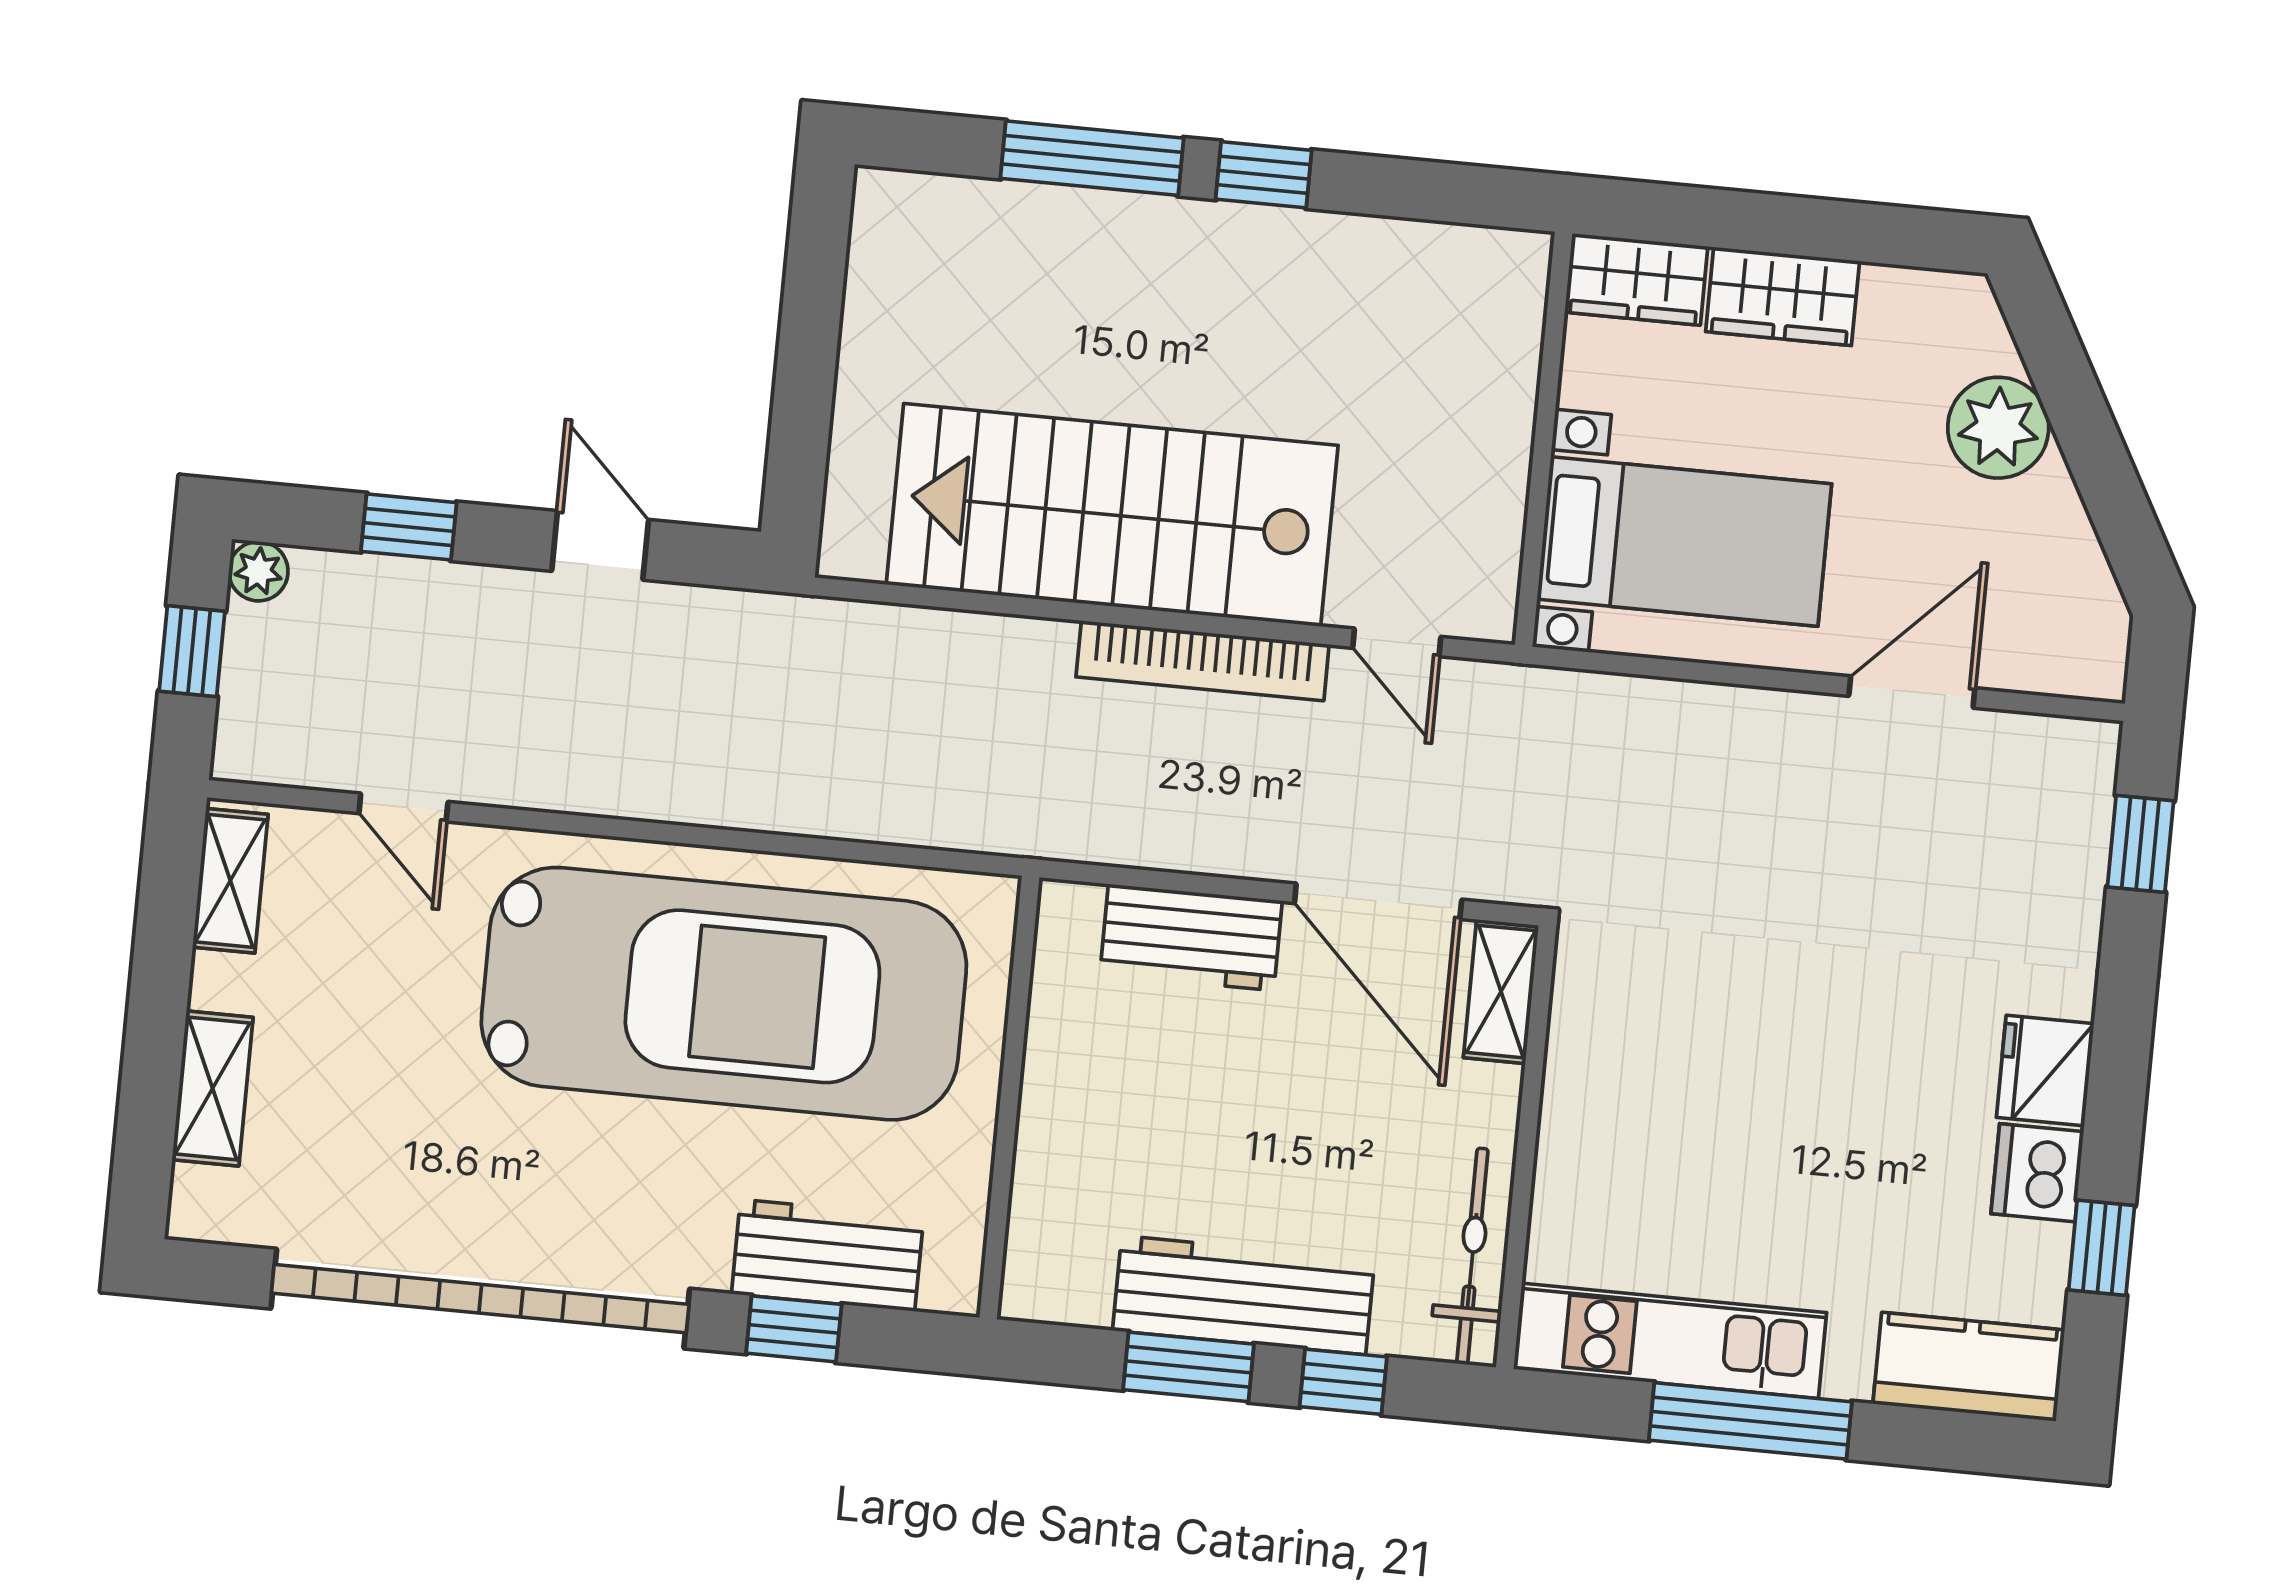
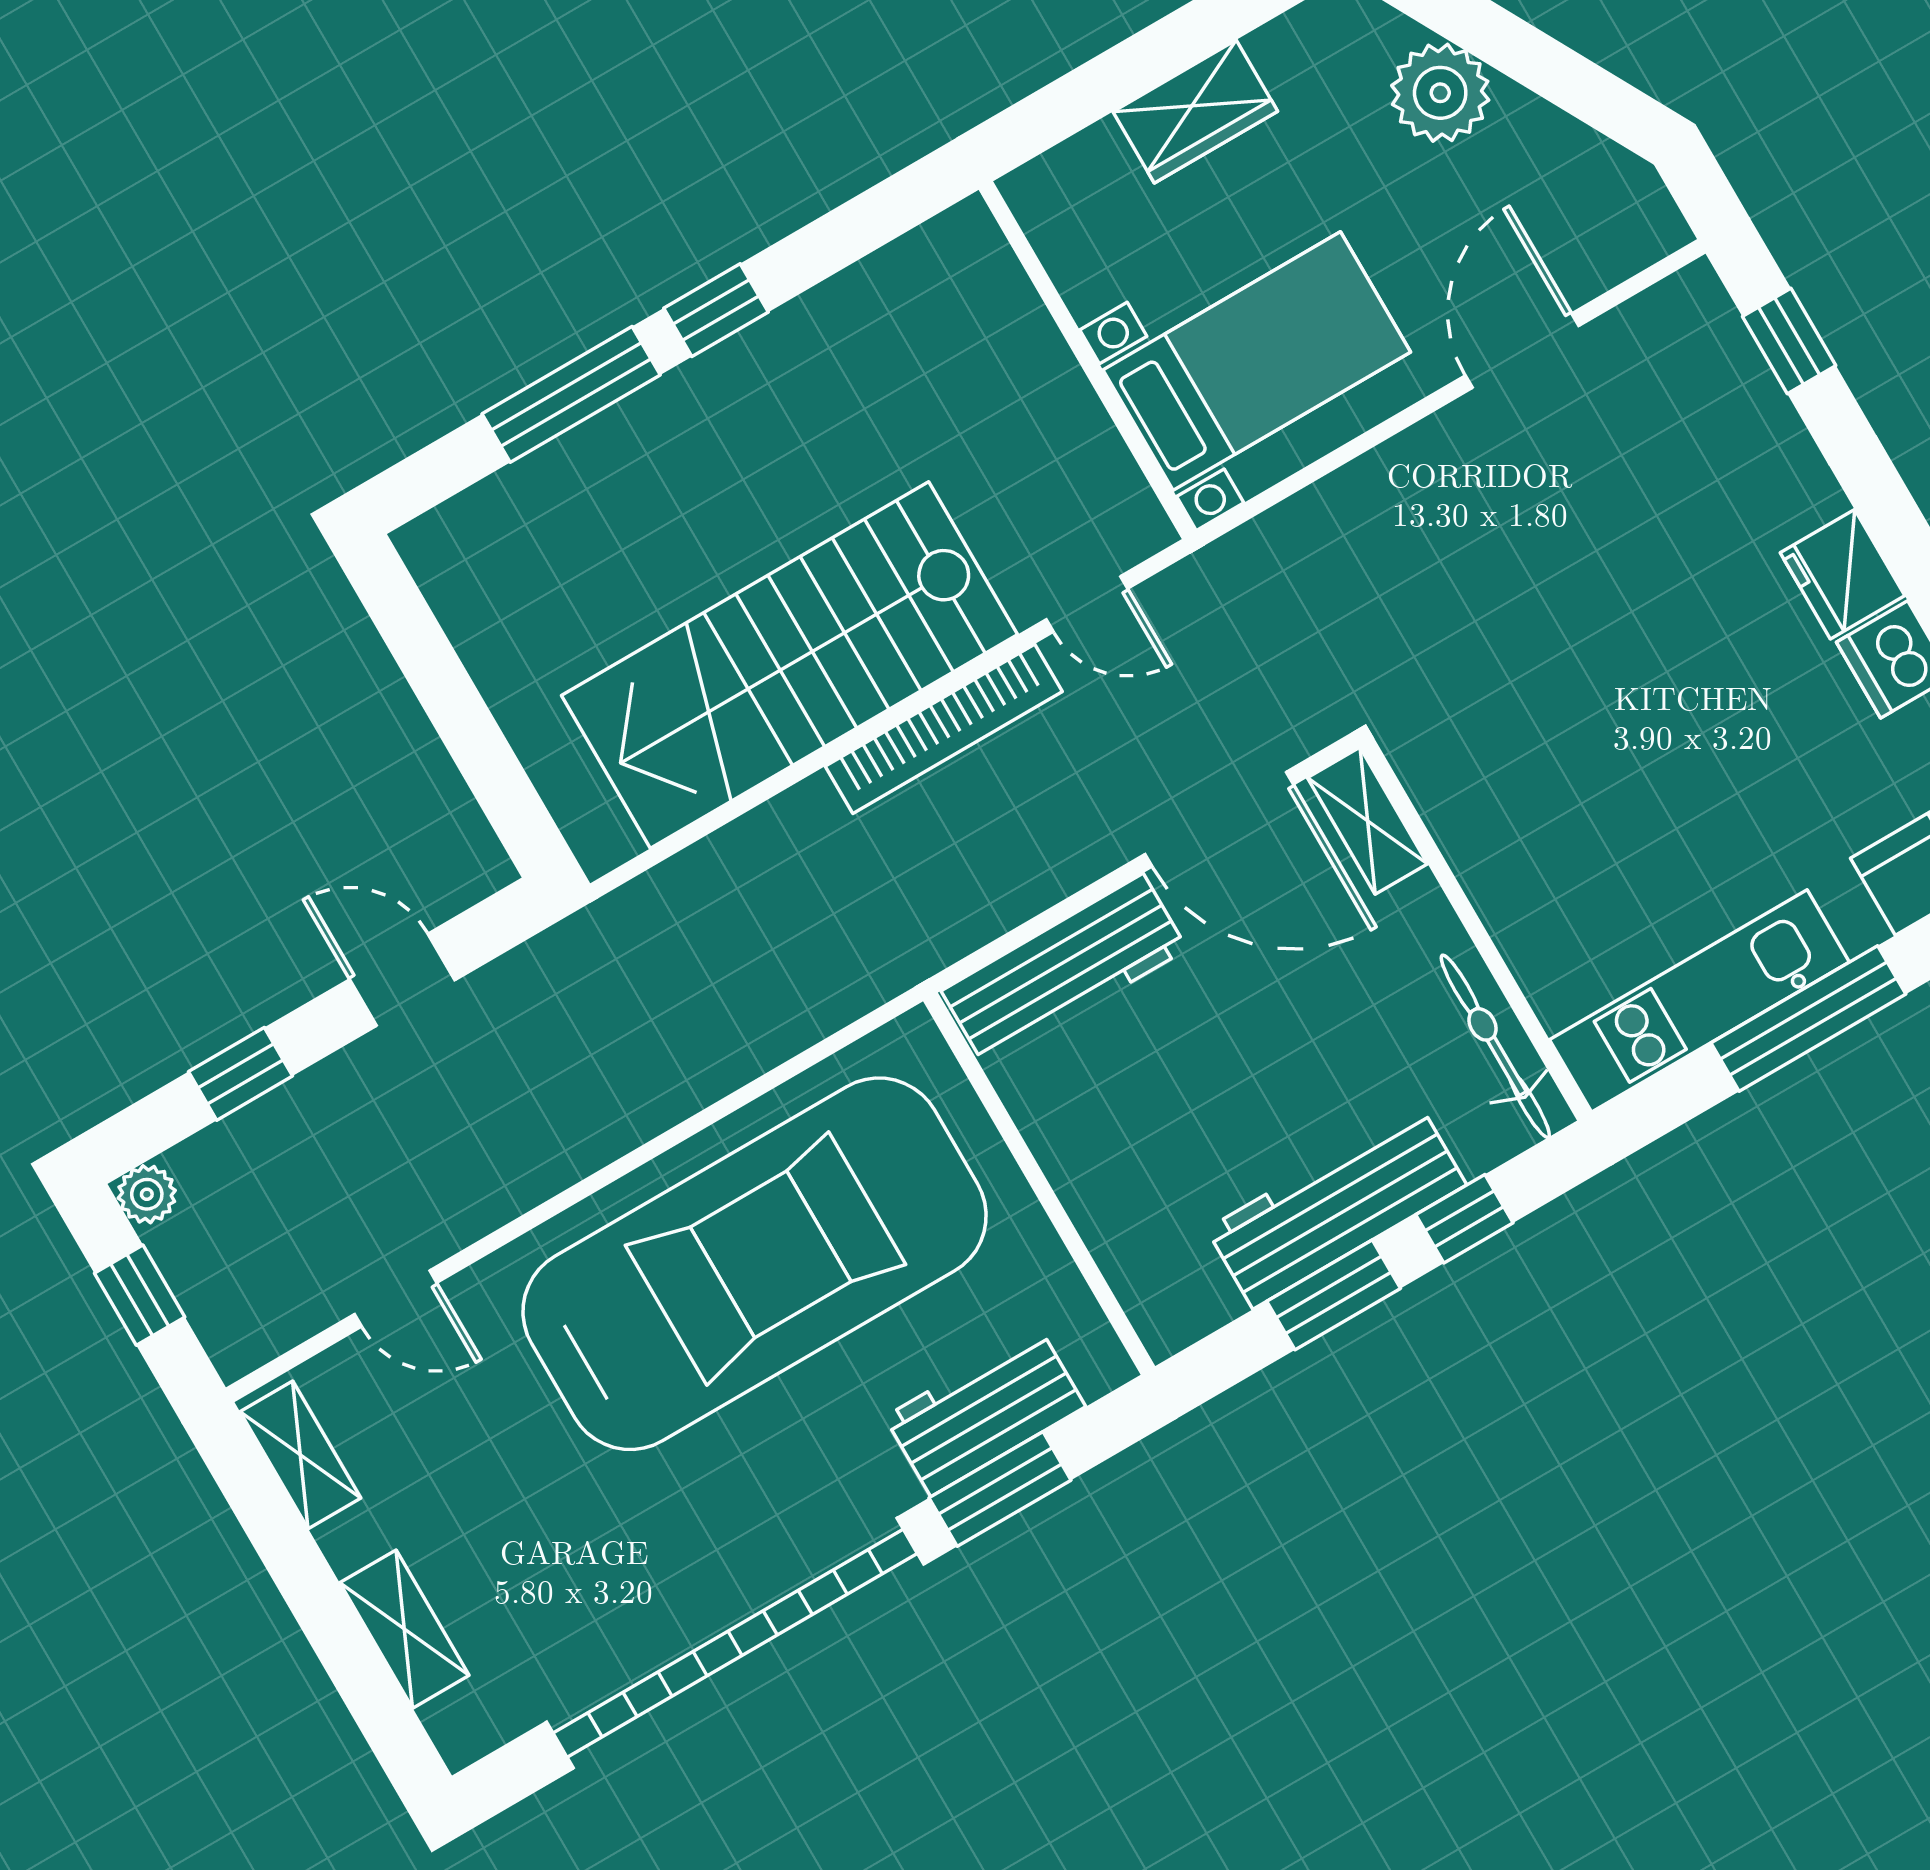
wardrobe: (1636, 279) -> (1070, 181), removed
workbench: (1191, 937) -> (1064, 970), width x1.38
window: (794, 1329) -> (1000, 1489), width x1.50

